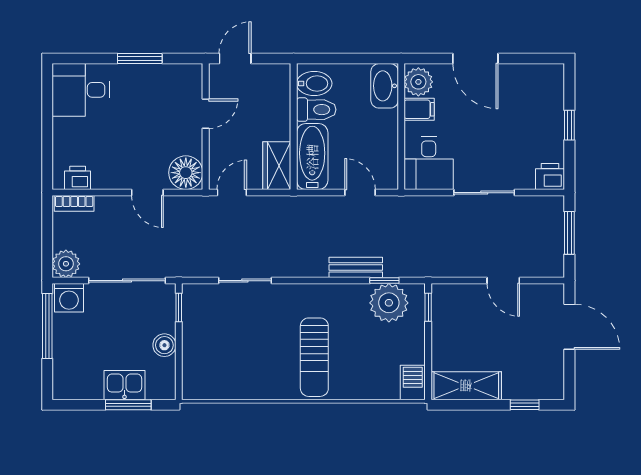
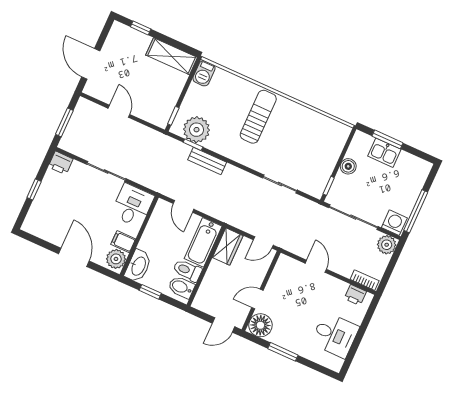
window: (353, 59) -> (150, 292), added
desk: (81, 90) -> (335, 335), moved
floor lamp: (186, 173) -> (260, 325), moved

